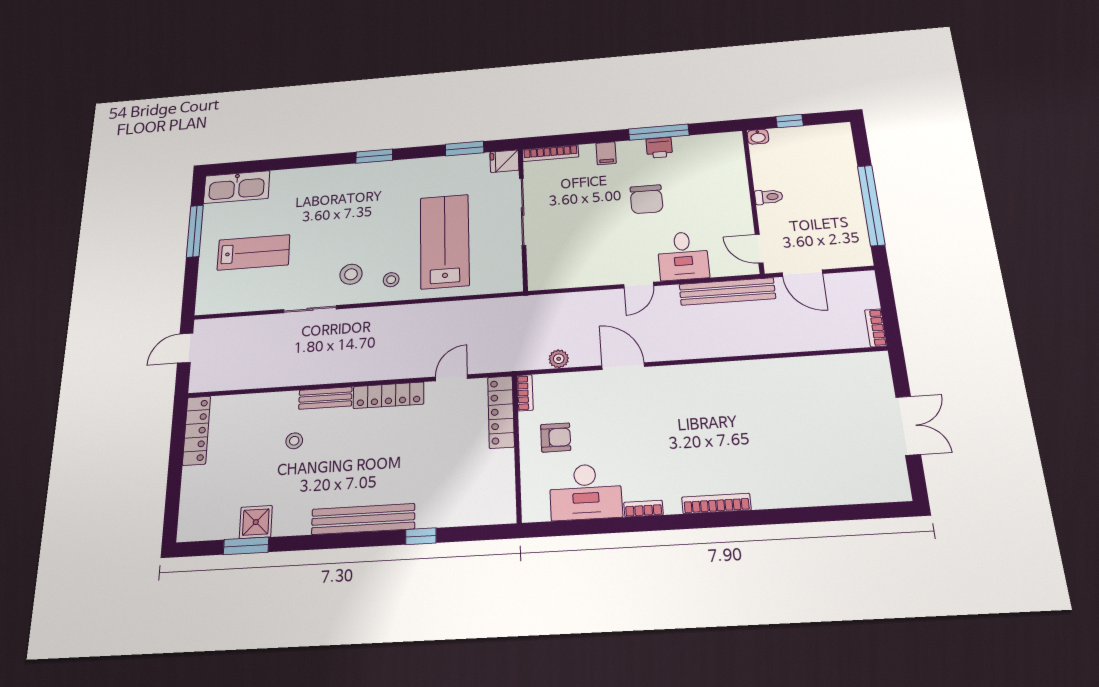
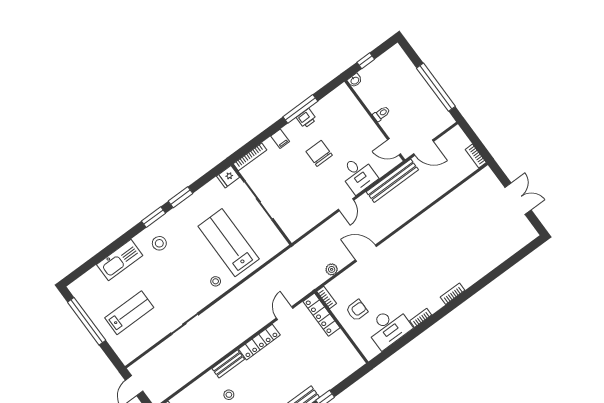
window: (465, 148) -> (180, 197), moved
kitchen sink: (237, 187) -> (120, 260), moved
chair: (646, 199) -> (319, 153), turned 180
window: (195, 231) -> (87, 321), width x1.46
stool: (351, 274) -> (159, 243), moved
bookcase: (716, 504) -> (453, 294), width x0.64

